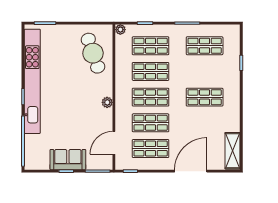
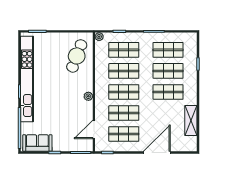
cafe table: (93, 53) -> (77, 56), turned 40
shop shelf: (205, 71) -> (168, 71), added
shelving: (233, 151) -> (191, 120), moved
sofa: (68, 160) -> (37, 143), moved

